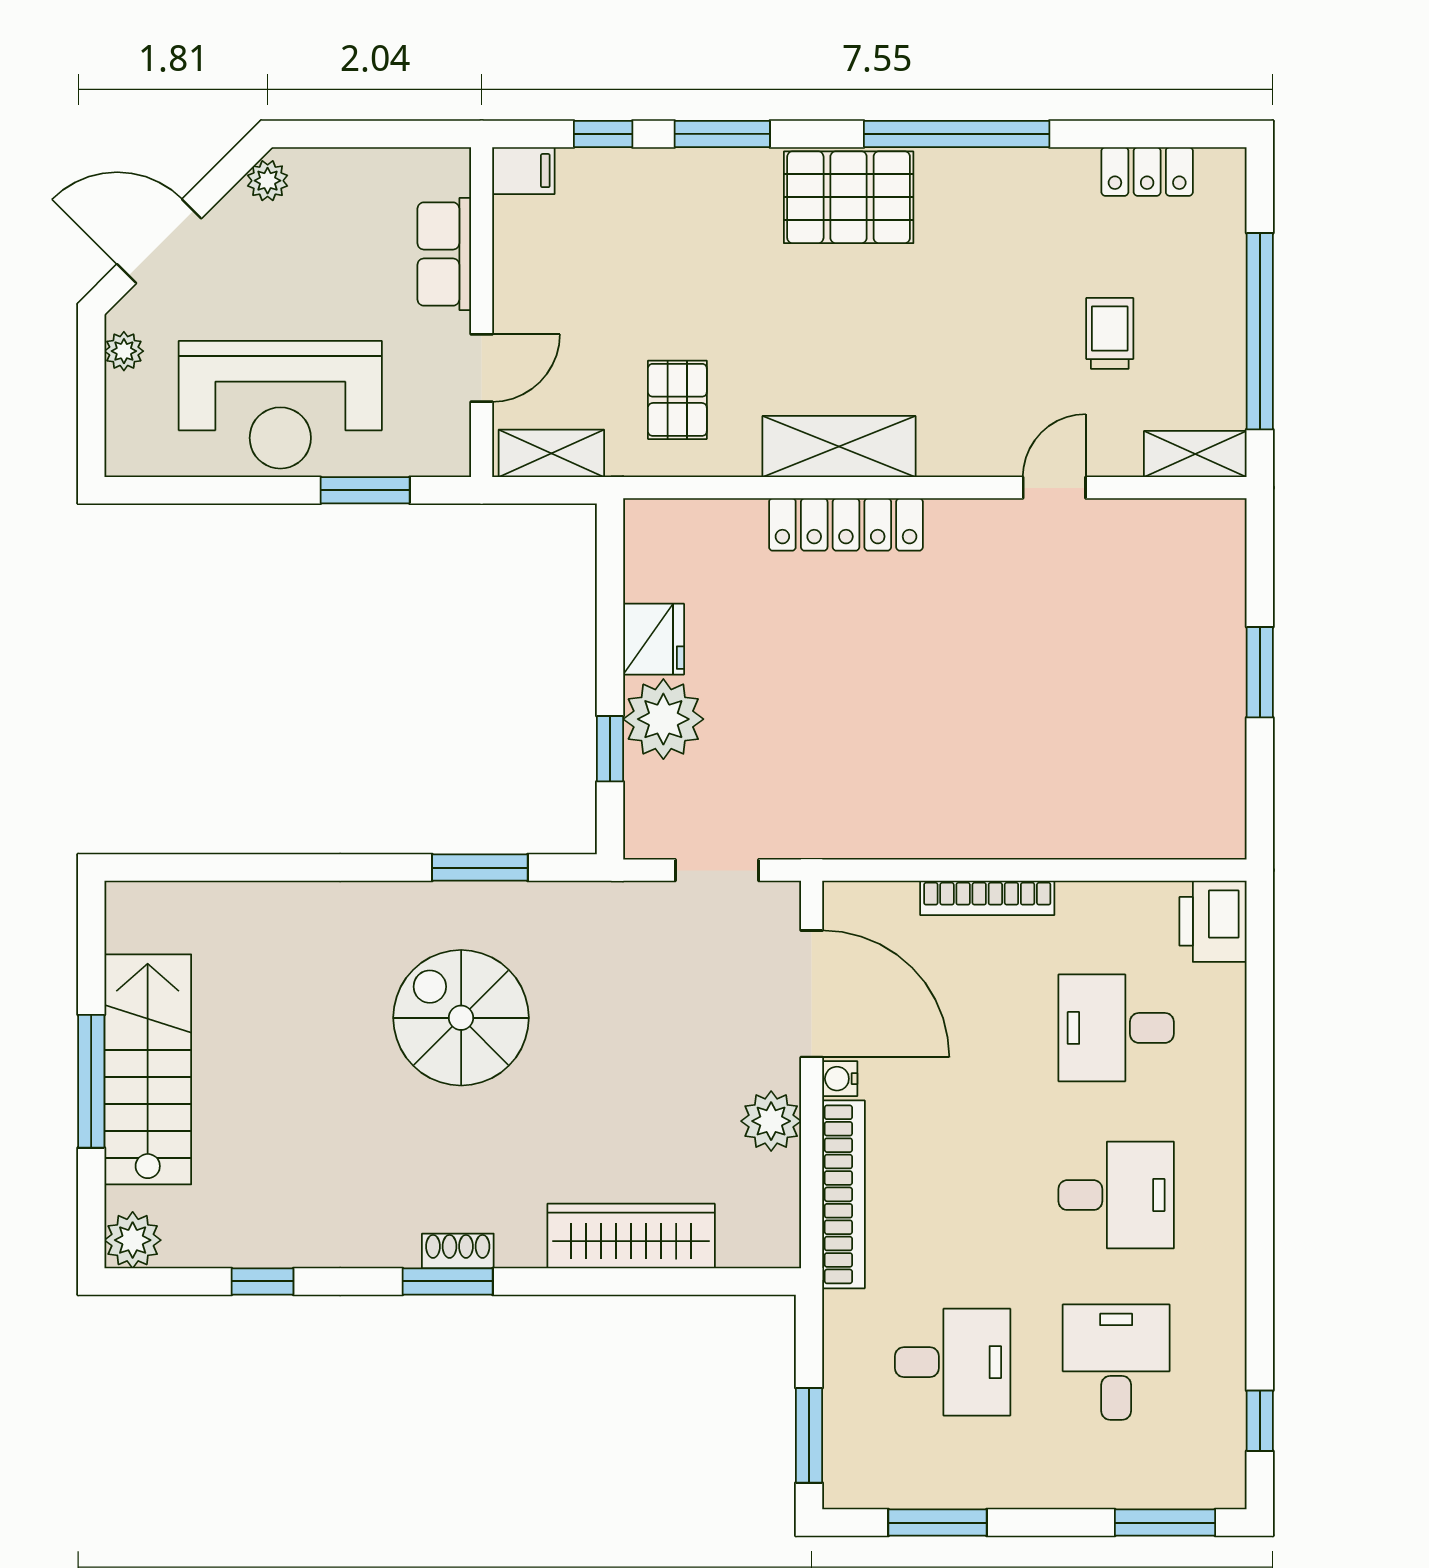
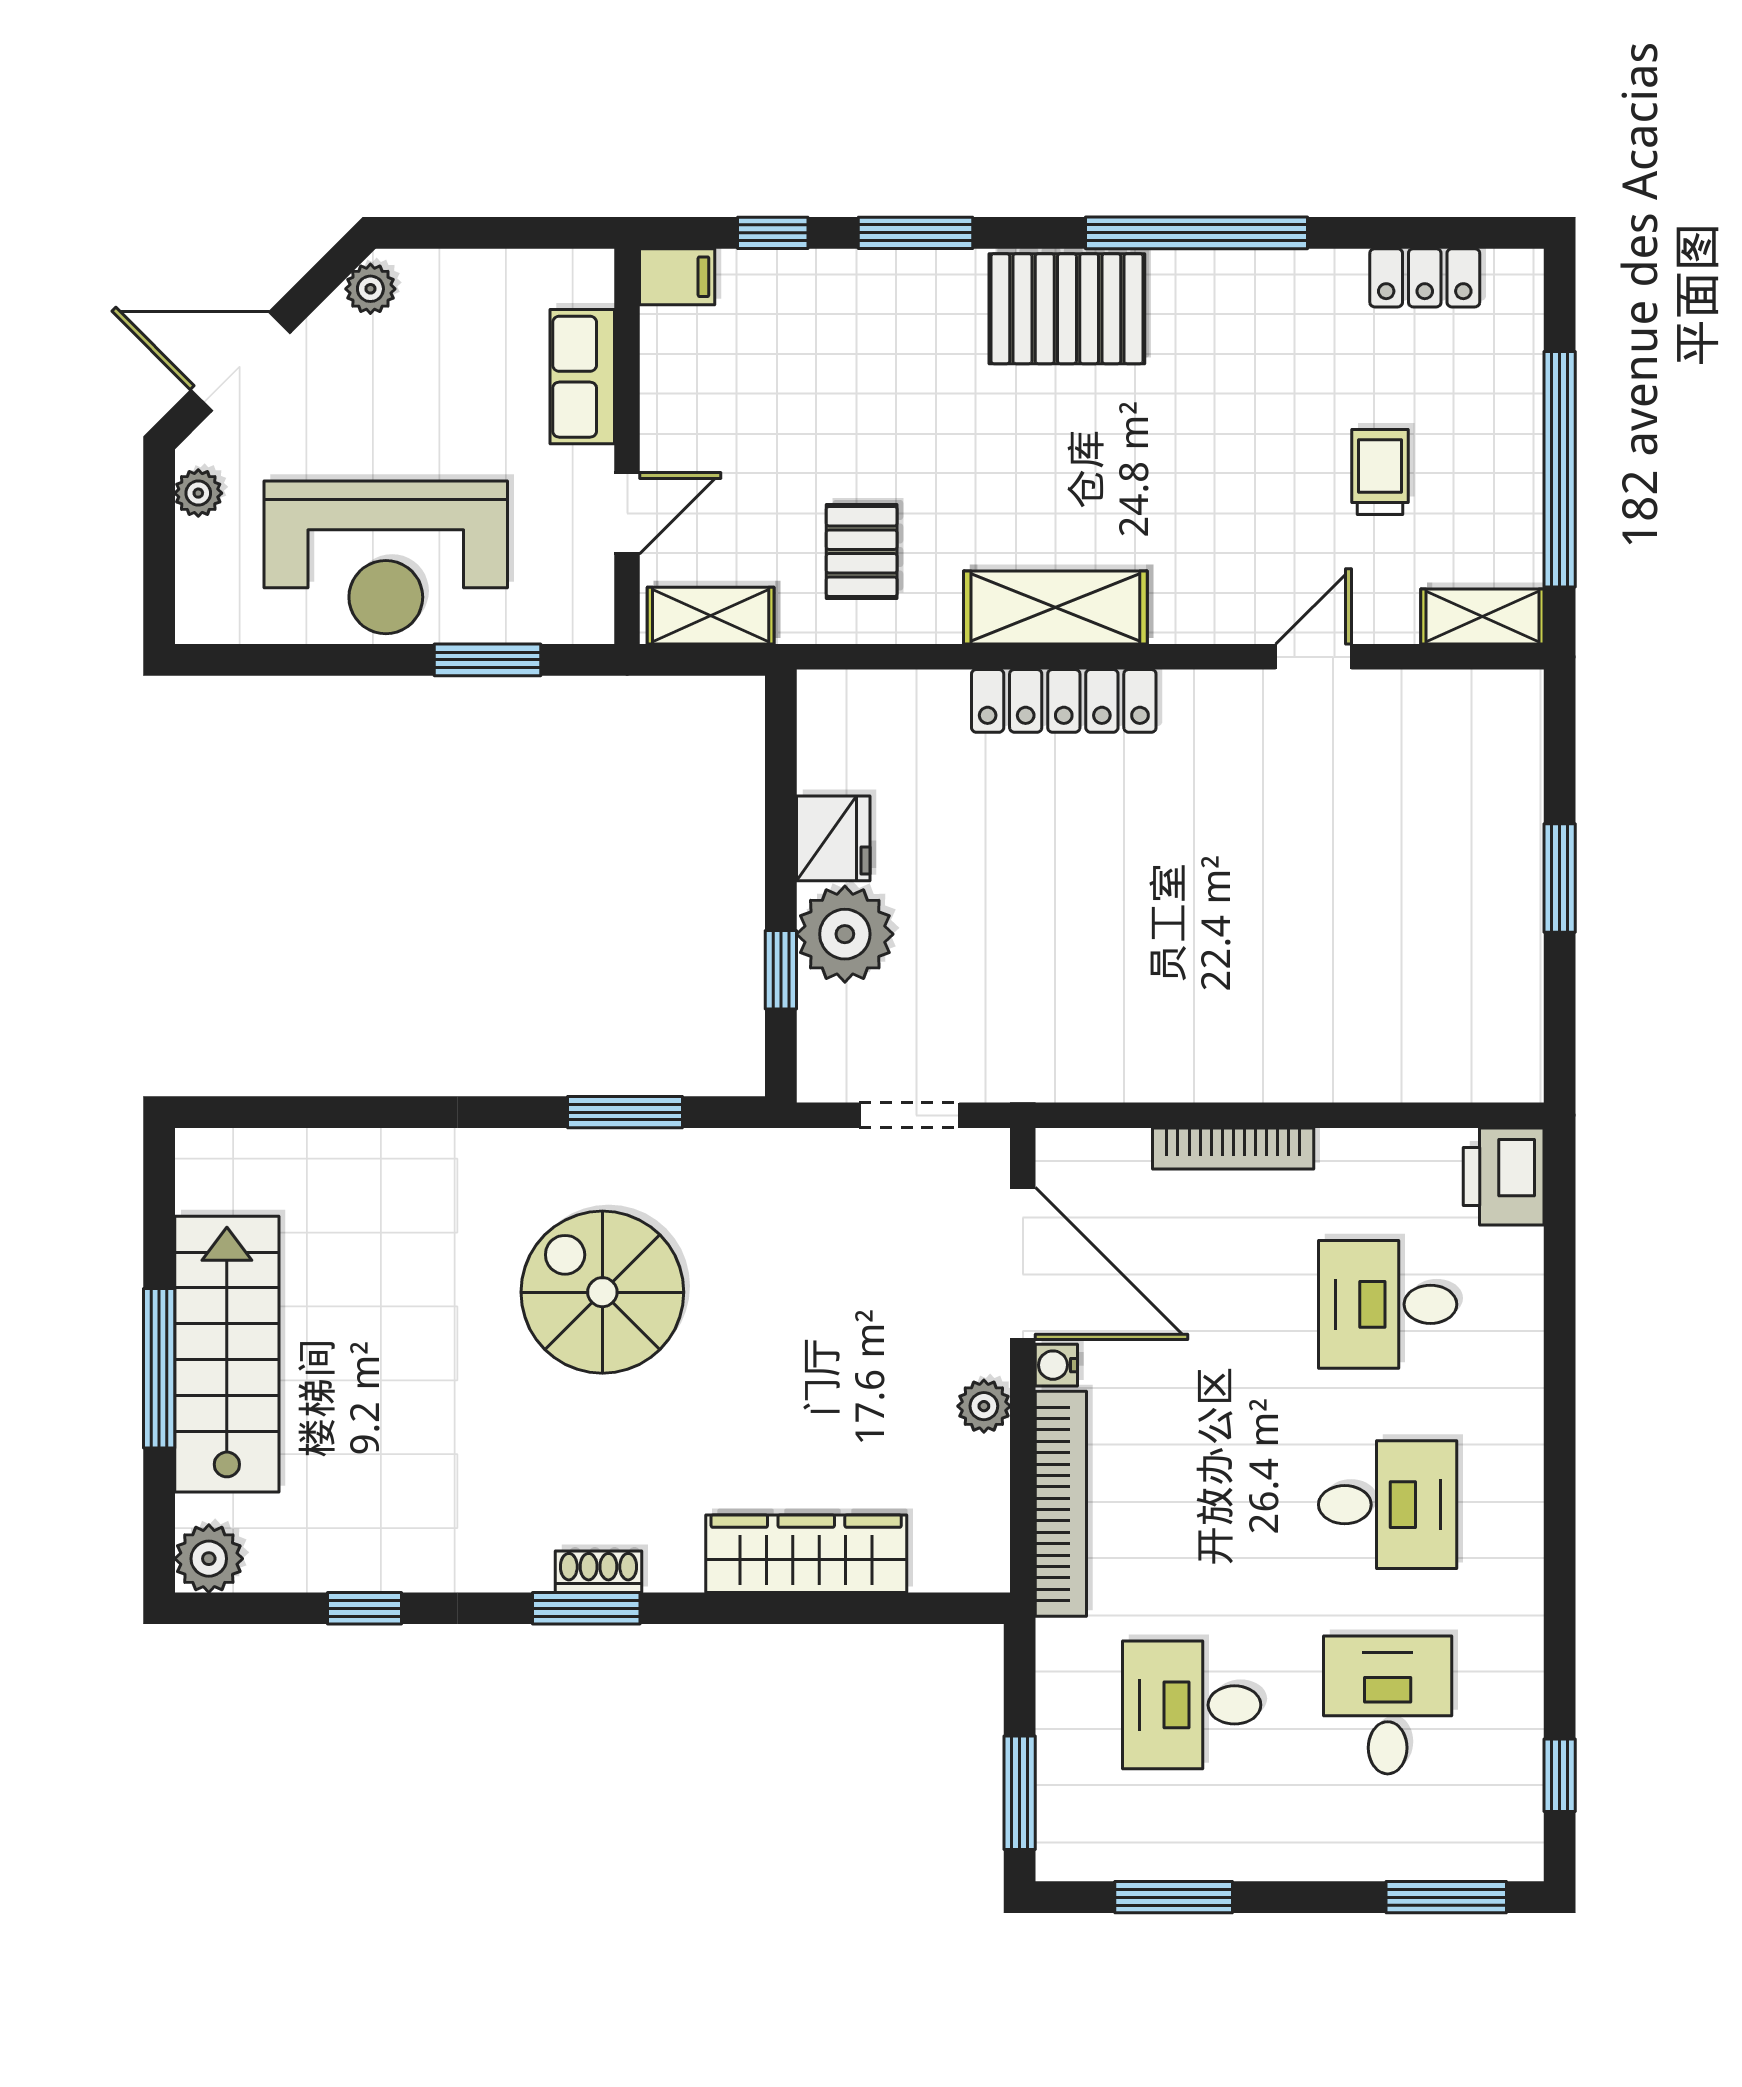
plant: (771, 1121) -> (984, 1406), width x0.73, depth x0.73
desk: (953, 1362) -> (1192, 1705), turned 180

